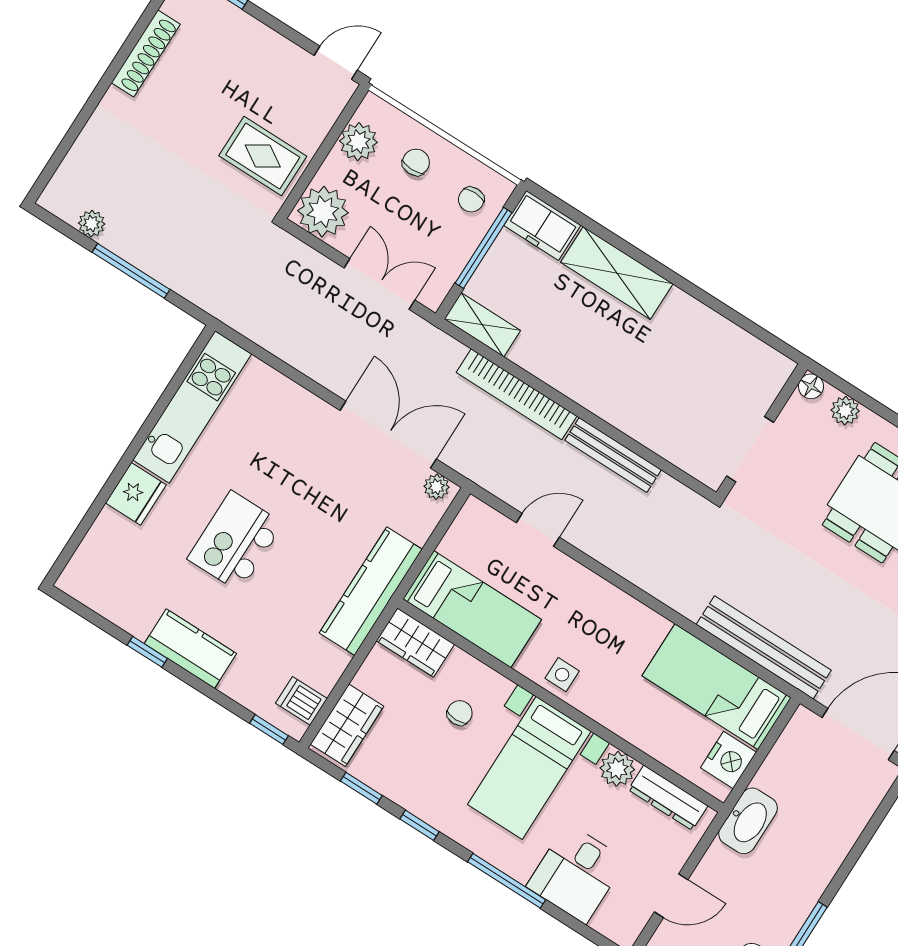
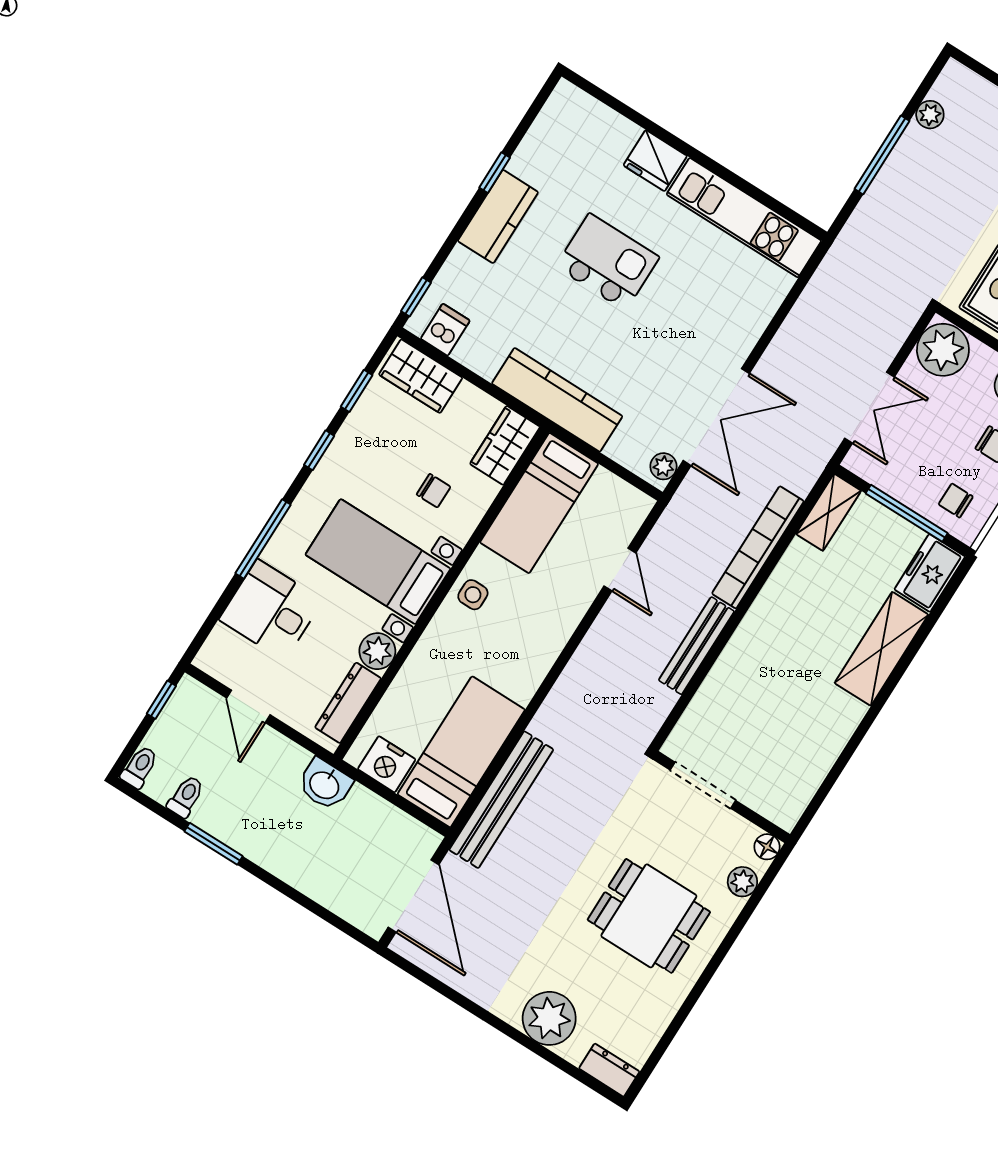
washbasin: (748, 821) -> (325, 784), width x0.72

